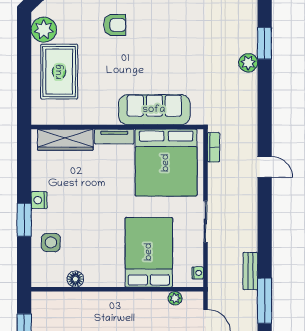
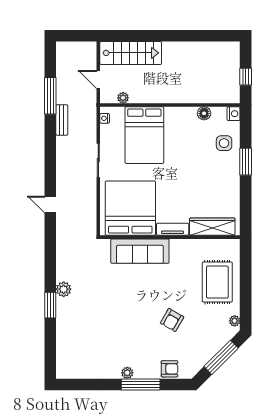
armchair: (115, 25) -> (172, 320), turned -60
plant: (44, 30) -> (235, 321), width x0.53, depth x0.53
bookcase: (214, 147) -> (92, 221), removed
nightstand: (39, 200) -> (234, 114), moved

